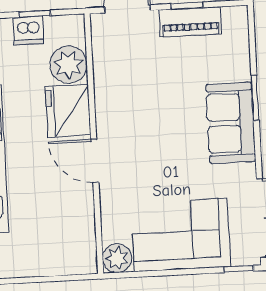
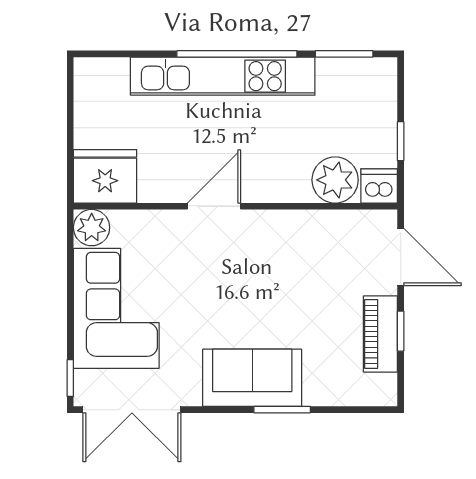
dishwasher: (28, 30) -> (379, 186), moved, turned 90
fridge: (68, 111) -> (105, 176), moved

